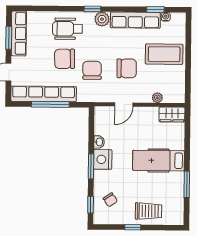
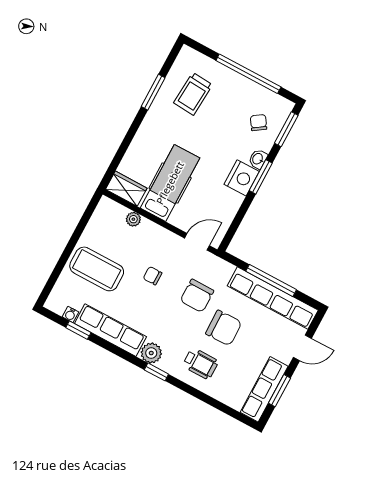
wheelchair: (67, 29) -> (200, 364), width x0.73, depth x0.73
chair: (127, 68) -> (153, 276), width x0.54, depth x0.54
door: (124, 105) -> (197, 242), moved
washbasin: (99, 142) -> (258, 159), moved
hospital bed: (159, 161) -> (170, 183), moved, turned -90
window: (91, 205) -> (286, 129), width x1.50
trolley: (149, 211) -> (193, 94), moved, turned -86
window: (133, 227) -> (248, 74), width x3.17

